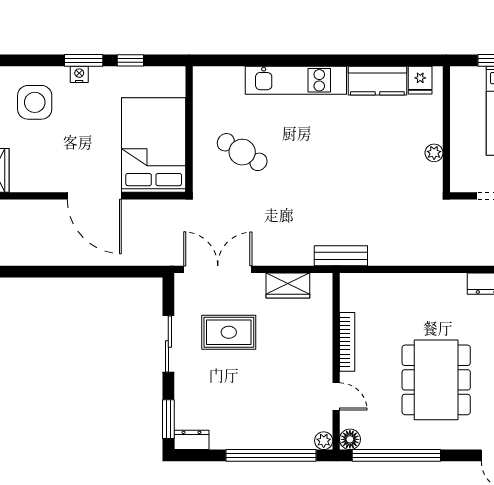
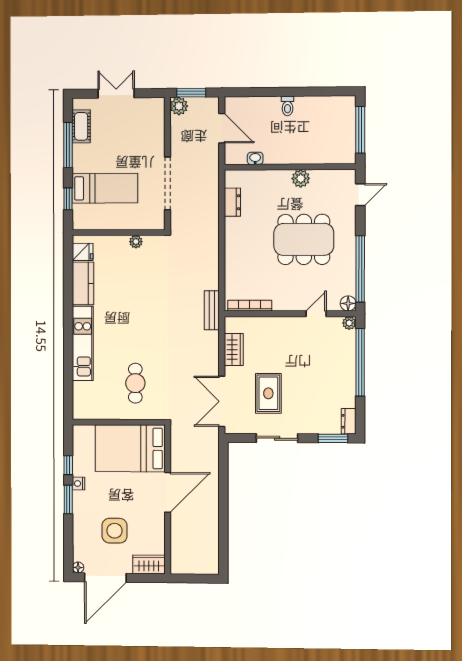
nightstand: (79, 74) -> (79, 483), moved
side table: (35, 102) -> (115, 531), moved
cafe table: (242, 152) -> (135, 383), turned -31
bookcase: (347, 342) -> (250, 306), moved

